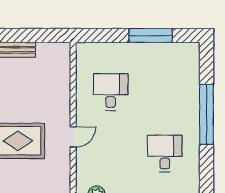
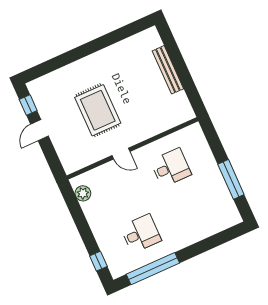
window: (206, 114) -> (153, 269), moved

